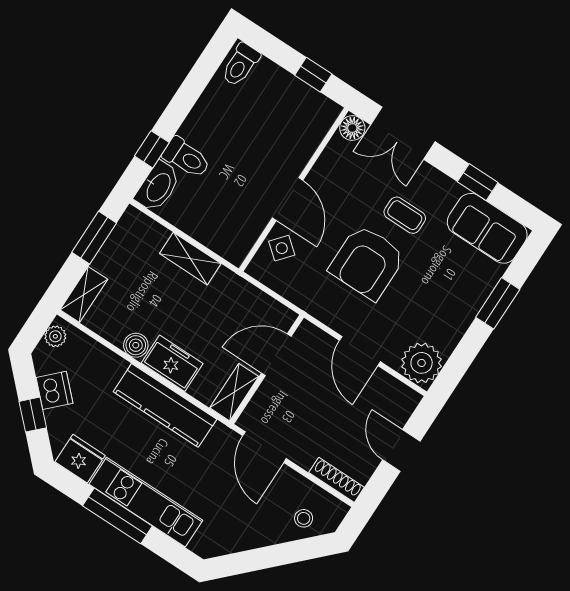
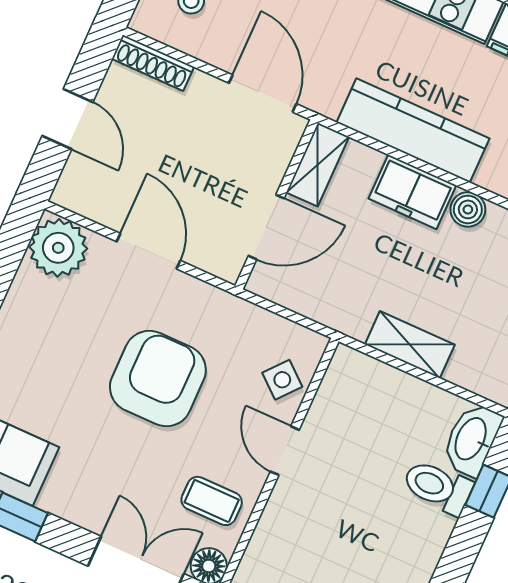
door: (288, 199) -> (285, 451), width x0.73
coffee table: (405, 215) -> (212, 501), moved

